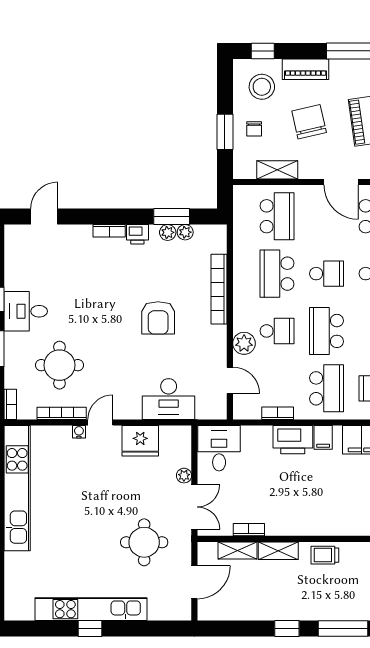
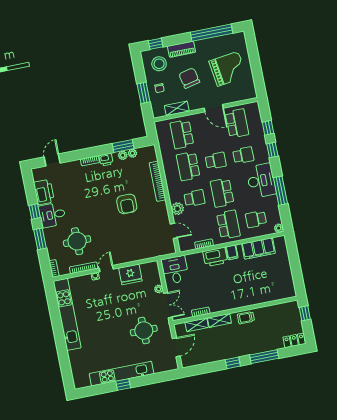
school desk: (277, 216) -> (182, 134), turned 180
printer: (19, 269) -> (44, 192), added
desk: (169, 399) -> (142, 248), removed

